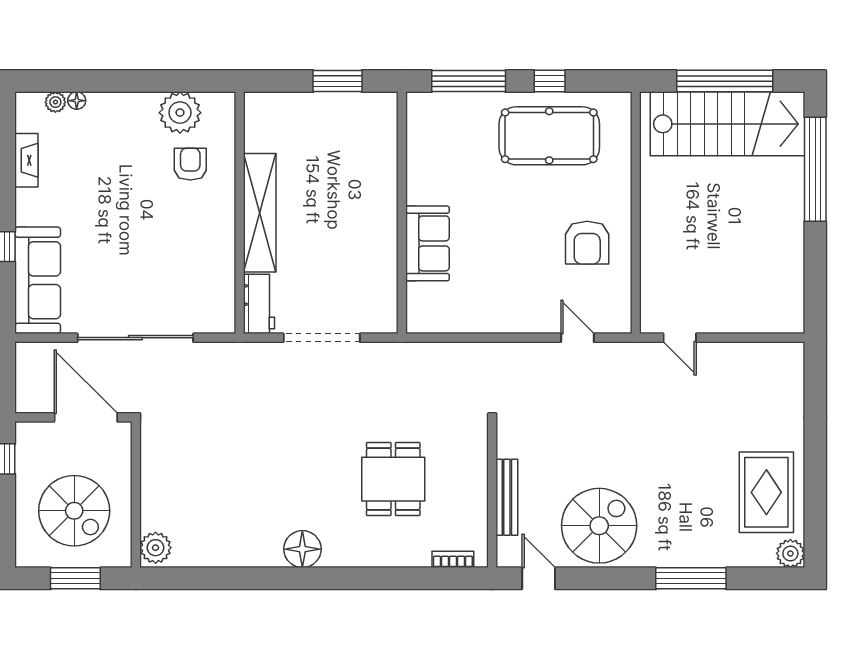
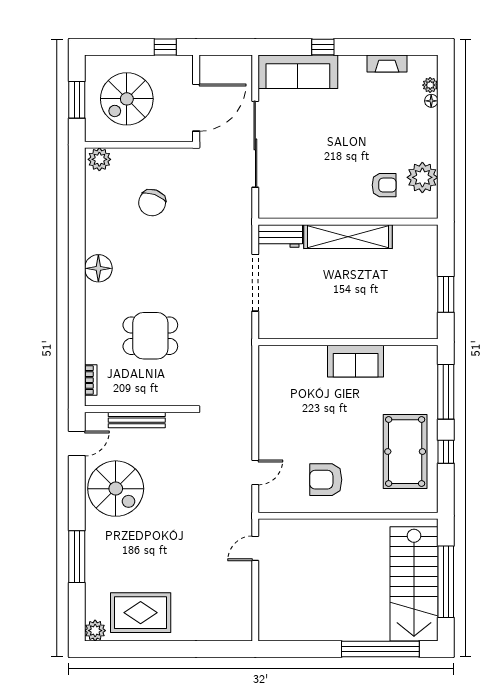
sofa: (427, 243) -> (356, 361), moved
chair: (214, 477) -> (152, 203), added

